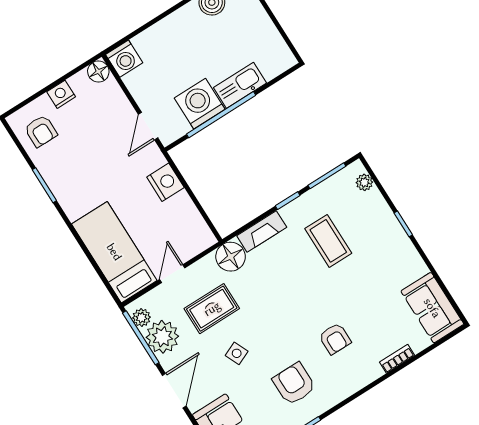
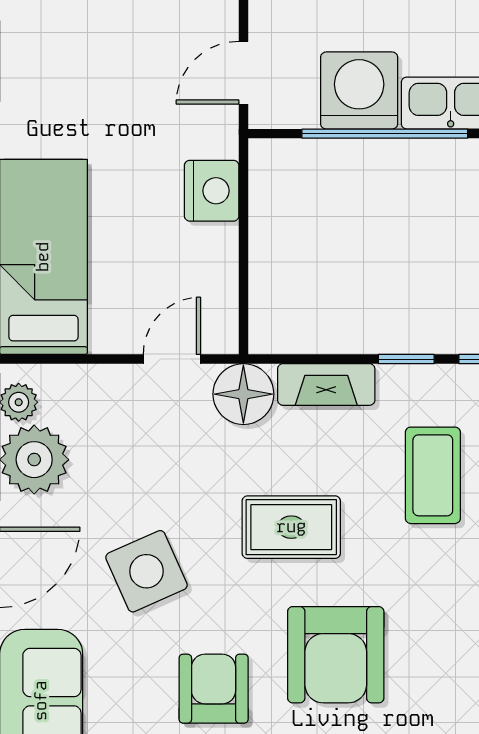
door: (172, 274) -> (172, 359), moved
rug: (212, 309) -> (291, 527), moved
armchair: (335, 339) -> (336, 655), width x1.88, depth x1.88
side table: (237, 353) -> (147, 571), width x1.87, depth x1.87

